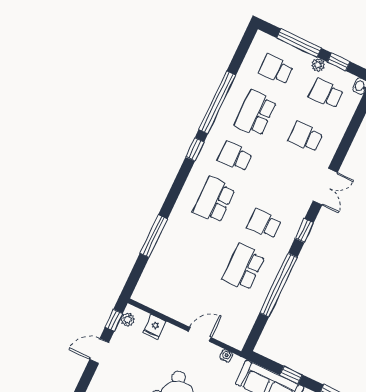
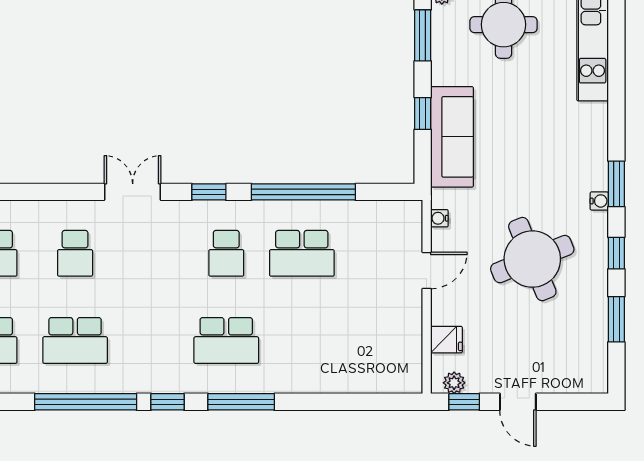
school desk: (235, 157) -> (151, 340), removed
window: (154, 236) -> (241, 402), moved
door: (200, 334) -> (427, 271), swing flipped

